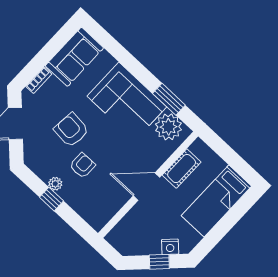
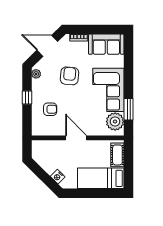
armchair: (82, 165) -> (50, 109), moved
cot: (182, 169) -> (117, 155), moved, turned 90
plant: (55, 184) -> (36, 74), moved
window: (159, 262) -> (46, 178), removed

